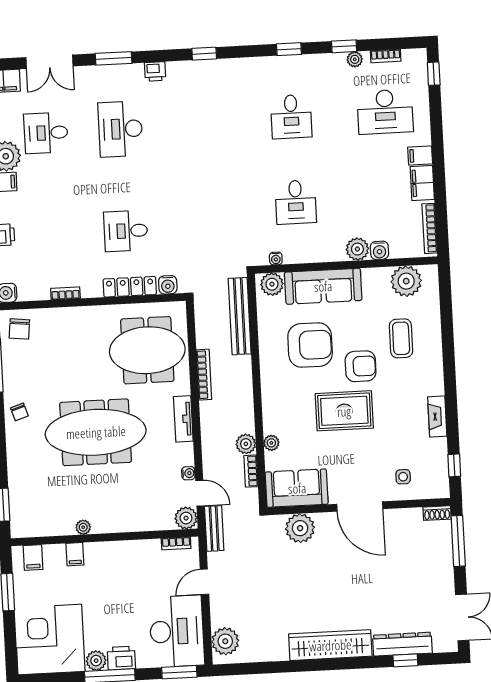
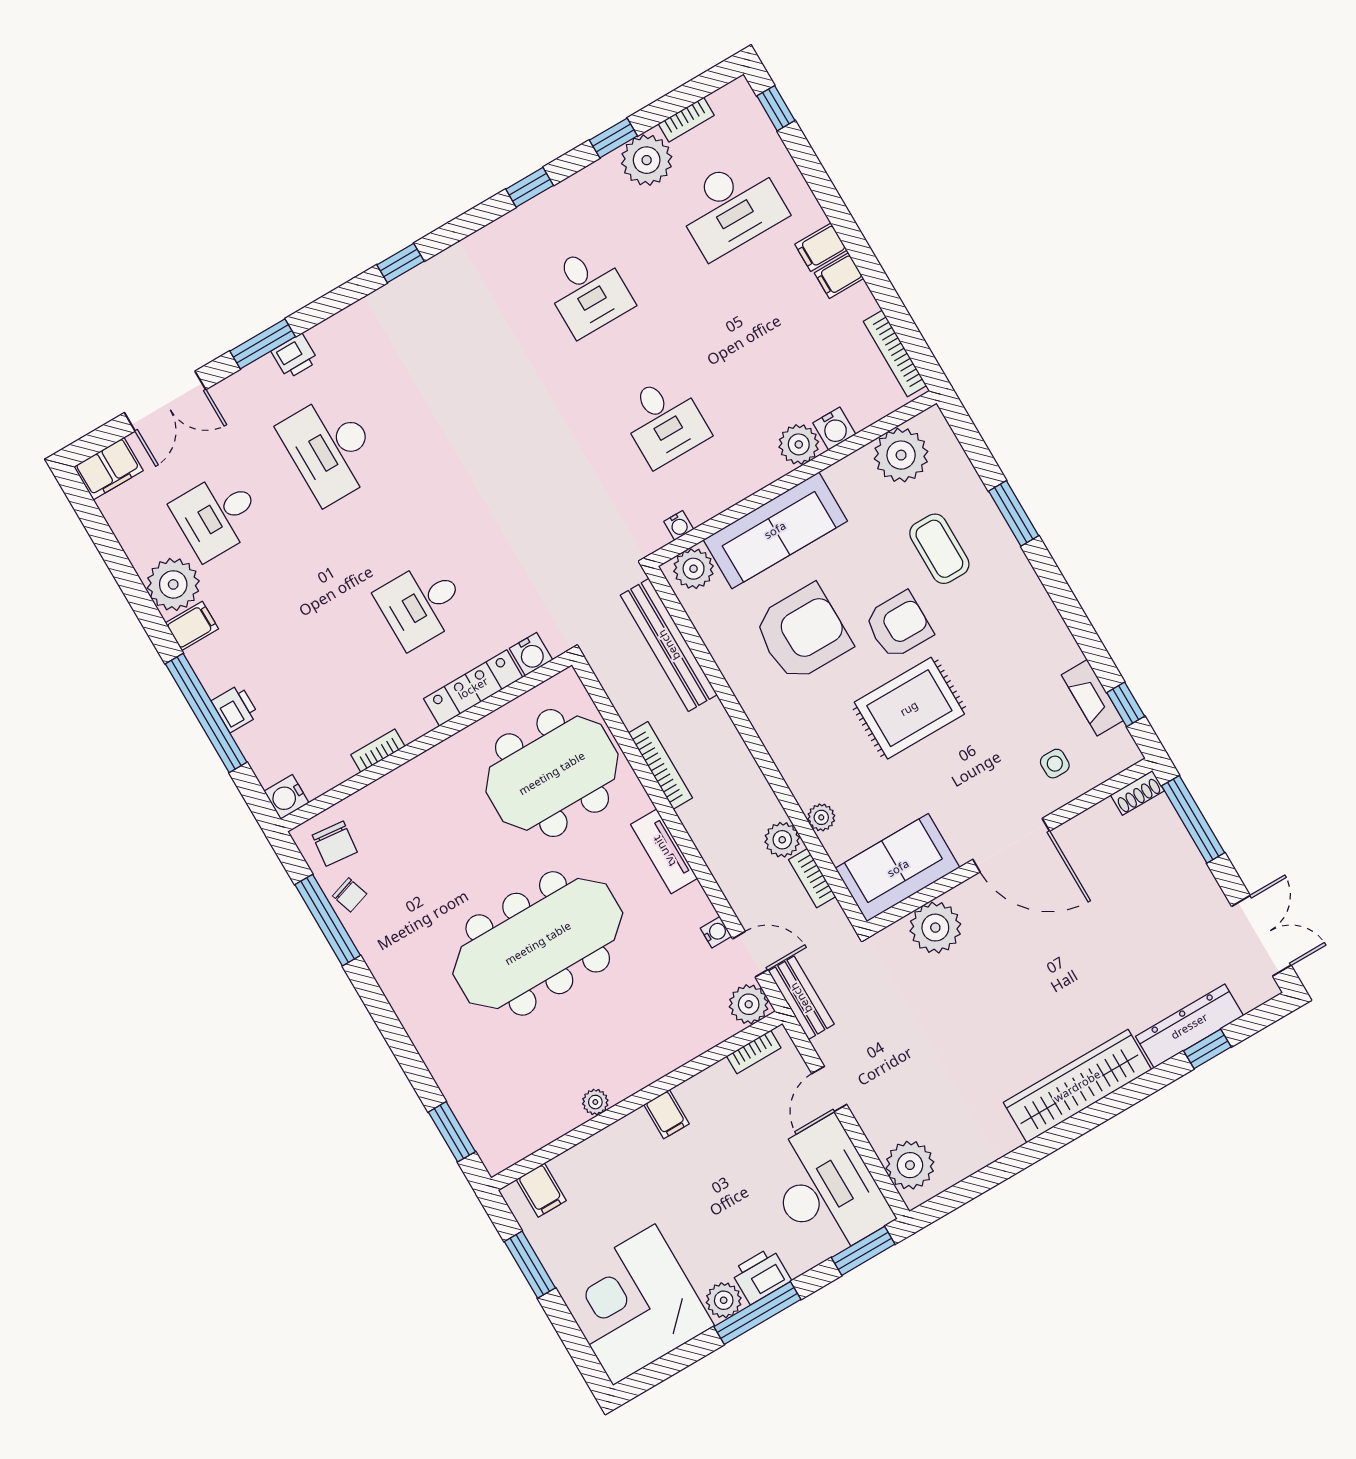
plant: (355, 59) -> (647, 160), width x1.87, depth x1.87
printer: (155, 71) -> (295, 356), moved
filing cabinet: (422, 183) -> (839, 276), width x0.50
window: (448, 340) -> (1014, 513), added
chair: (19, 412) -> (350, 895), moved
fireplace: (437, 417) -> (1092, 698), moved
filing cabinet: (75, 554) -> (666, 1114), moved

